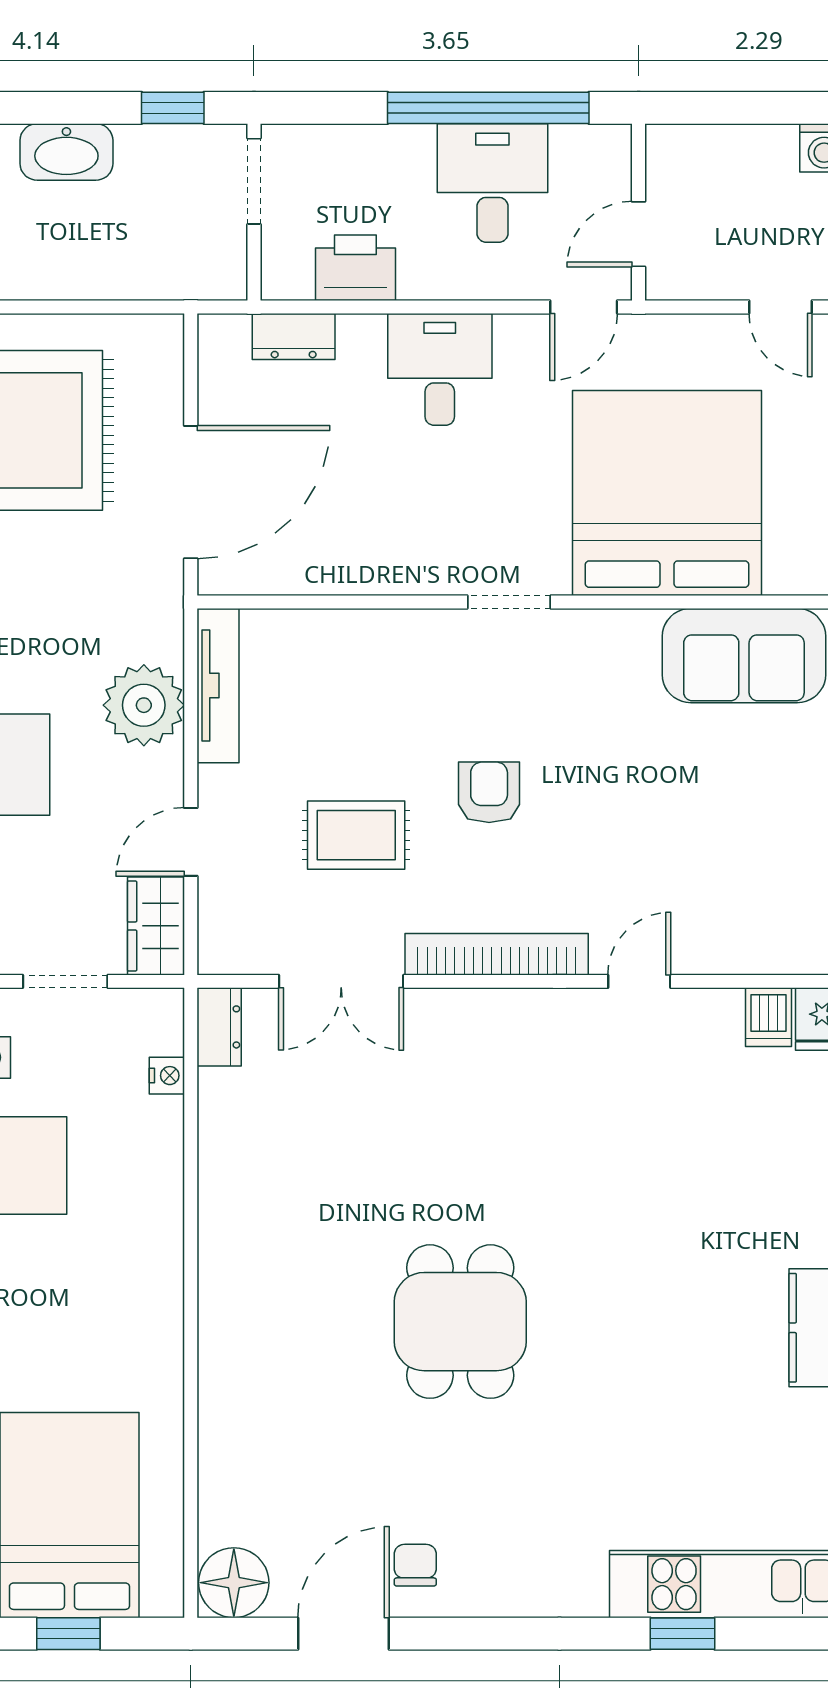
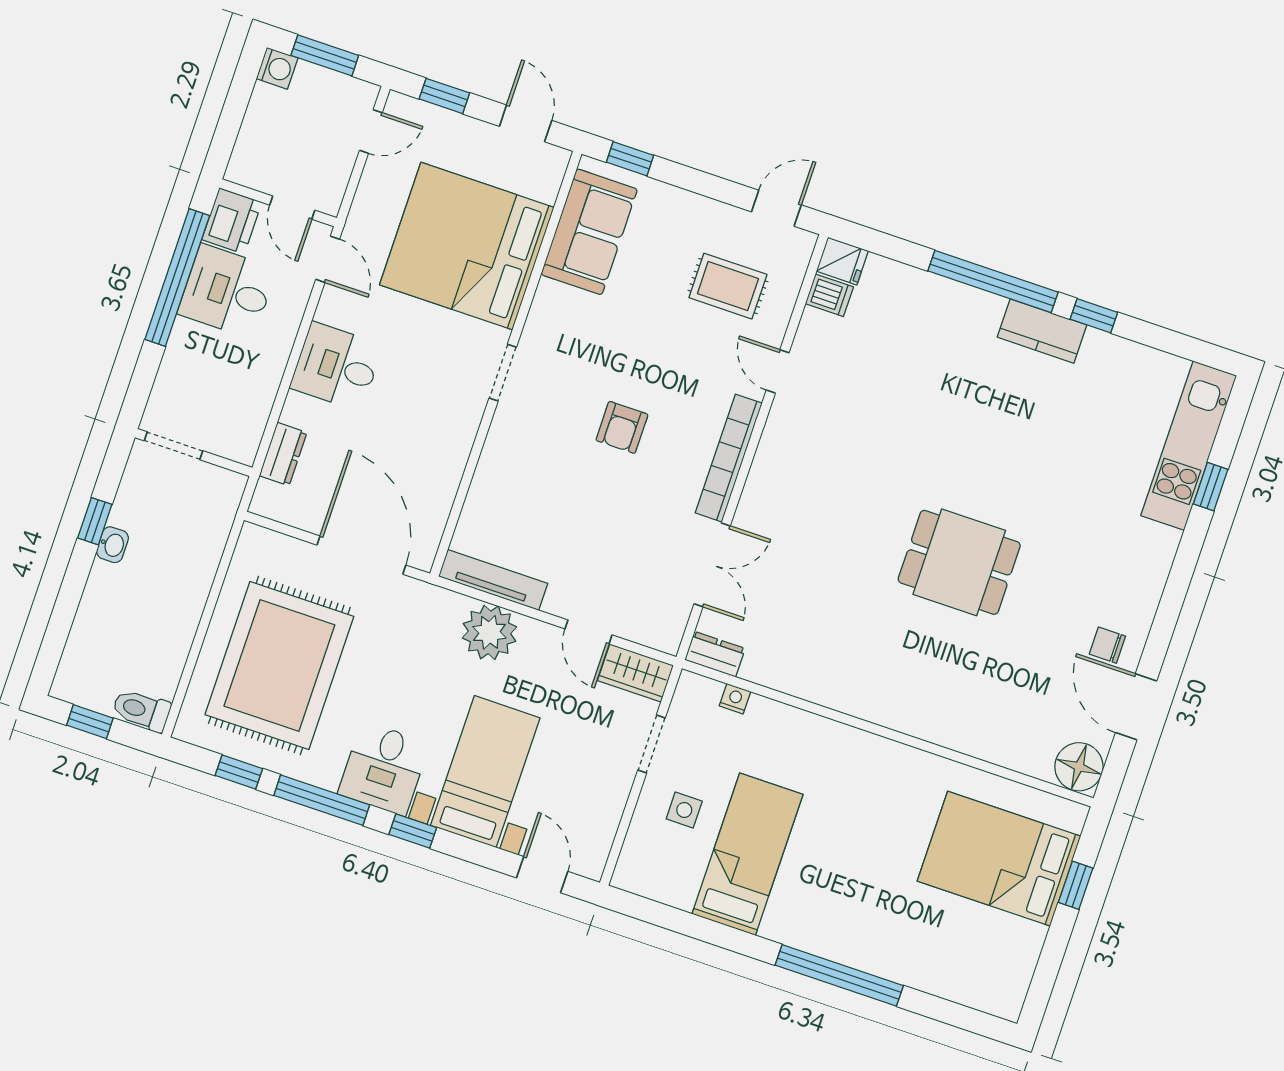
window: (173, 108) -> (95, 521), moved
washbasin: (66, 152) -> (112, 545), width x0.52, depth x0.69
printer: (355, 268) -> (232, 221), moved, turned 180
armchair: (489, 792) -> (622, 427), turned -90
rug: (356, 835) -> (728, 286), moved, turned 90

